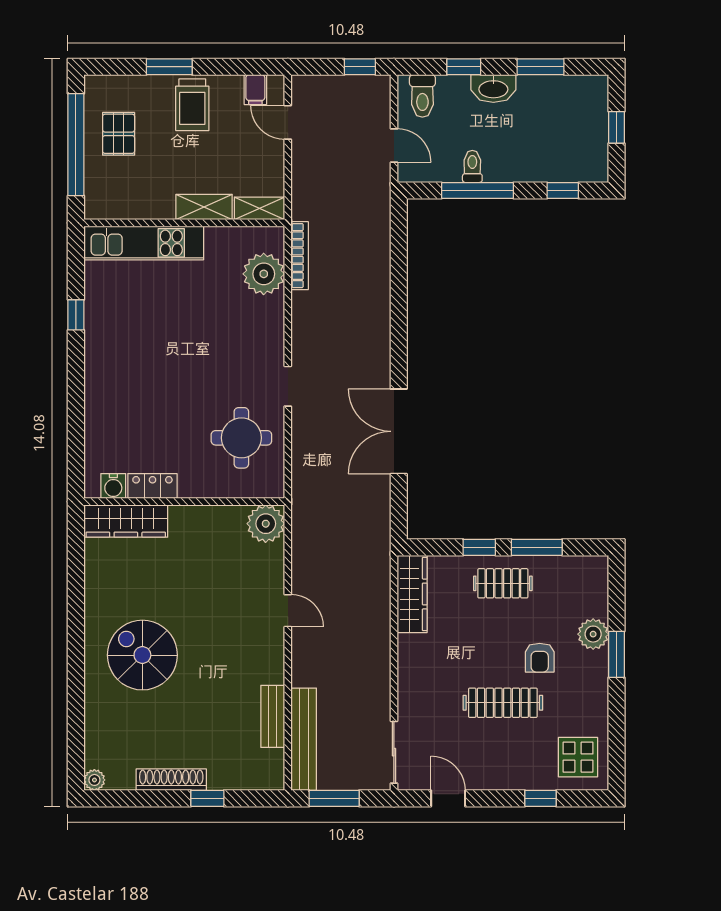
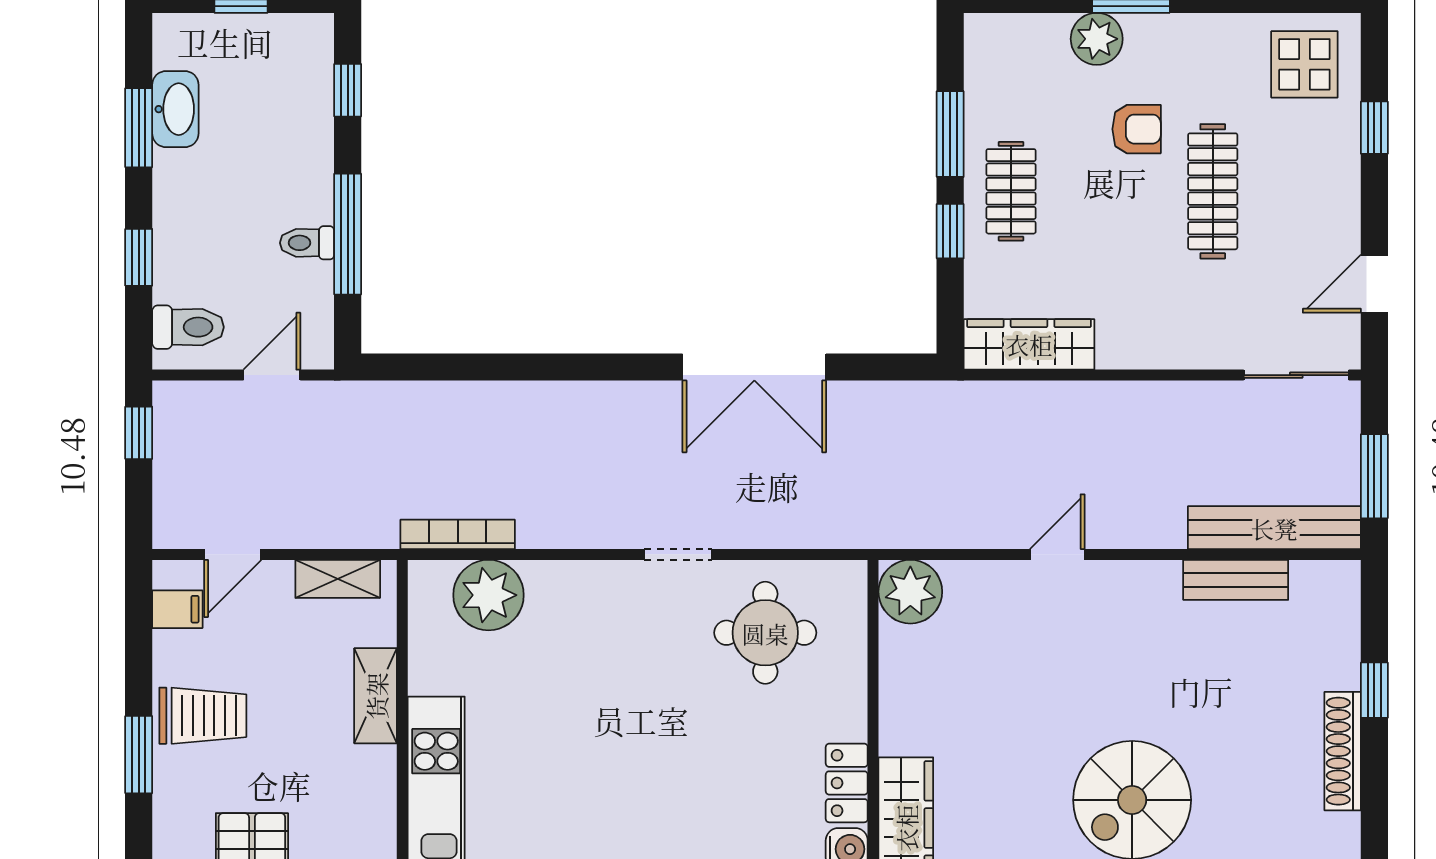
washbasin: (493, 88) -> (175, 109), moved
shelving: (259, 208) -> (338, 579), moved, turned 90

